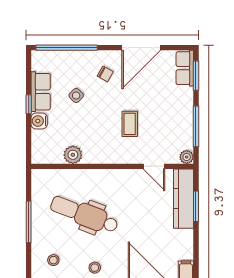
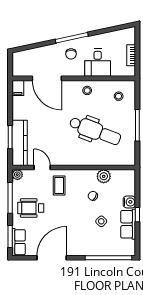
chair: (105, 74) -> (93, 196), moved
wheelchair: (169, 113) -> (31, 208), added
coffee table: (130, 124) -> (59, 186), moved

